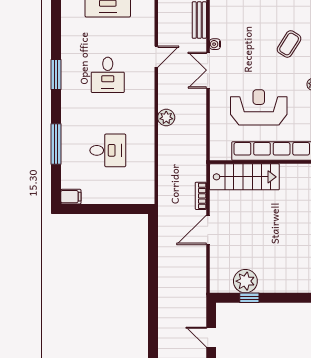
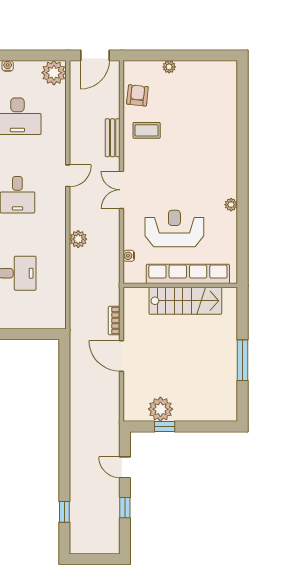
water cooler: (215, 44) -> (129, 256), moved
coffee table: (289, 44) -> (147, 130), moved, turned 58
stairs: (244, 177) -> (185, 301), moved
door: (208, 230) -> (122, 356), hinge flipped

